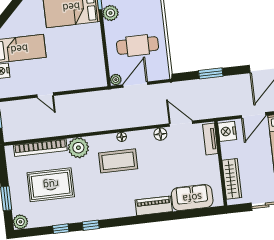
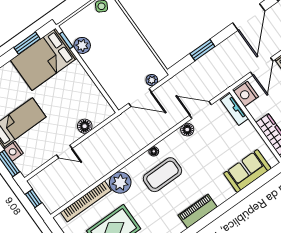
cafe table: (138, 45) -> (123, 61), removed
plant: (116, 80) -> (152, 80), moved
floor lamp: (75, 83) -> (85, 126), added
door: (135, 85) -> (140, 98), swing flipped
piano: (154, 206) -> (198, 211), moved

